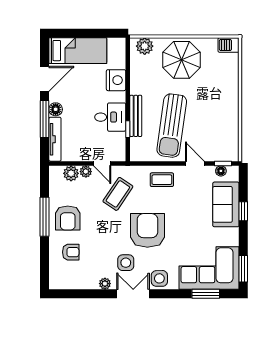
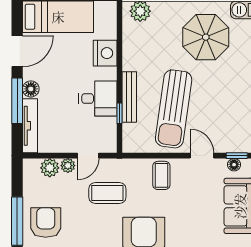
parasol: (181, 60) -> (206, 37), moved
door: (102, 164) -> (88, 156), hinge flipped
coffee table: (162, 180) -> (161, 175), turned 90
coffee table: (118, 194) -> (107, 193), turned 56
armchair: (68, 218) -> (46, 223), turned 180

